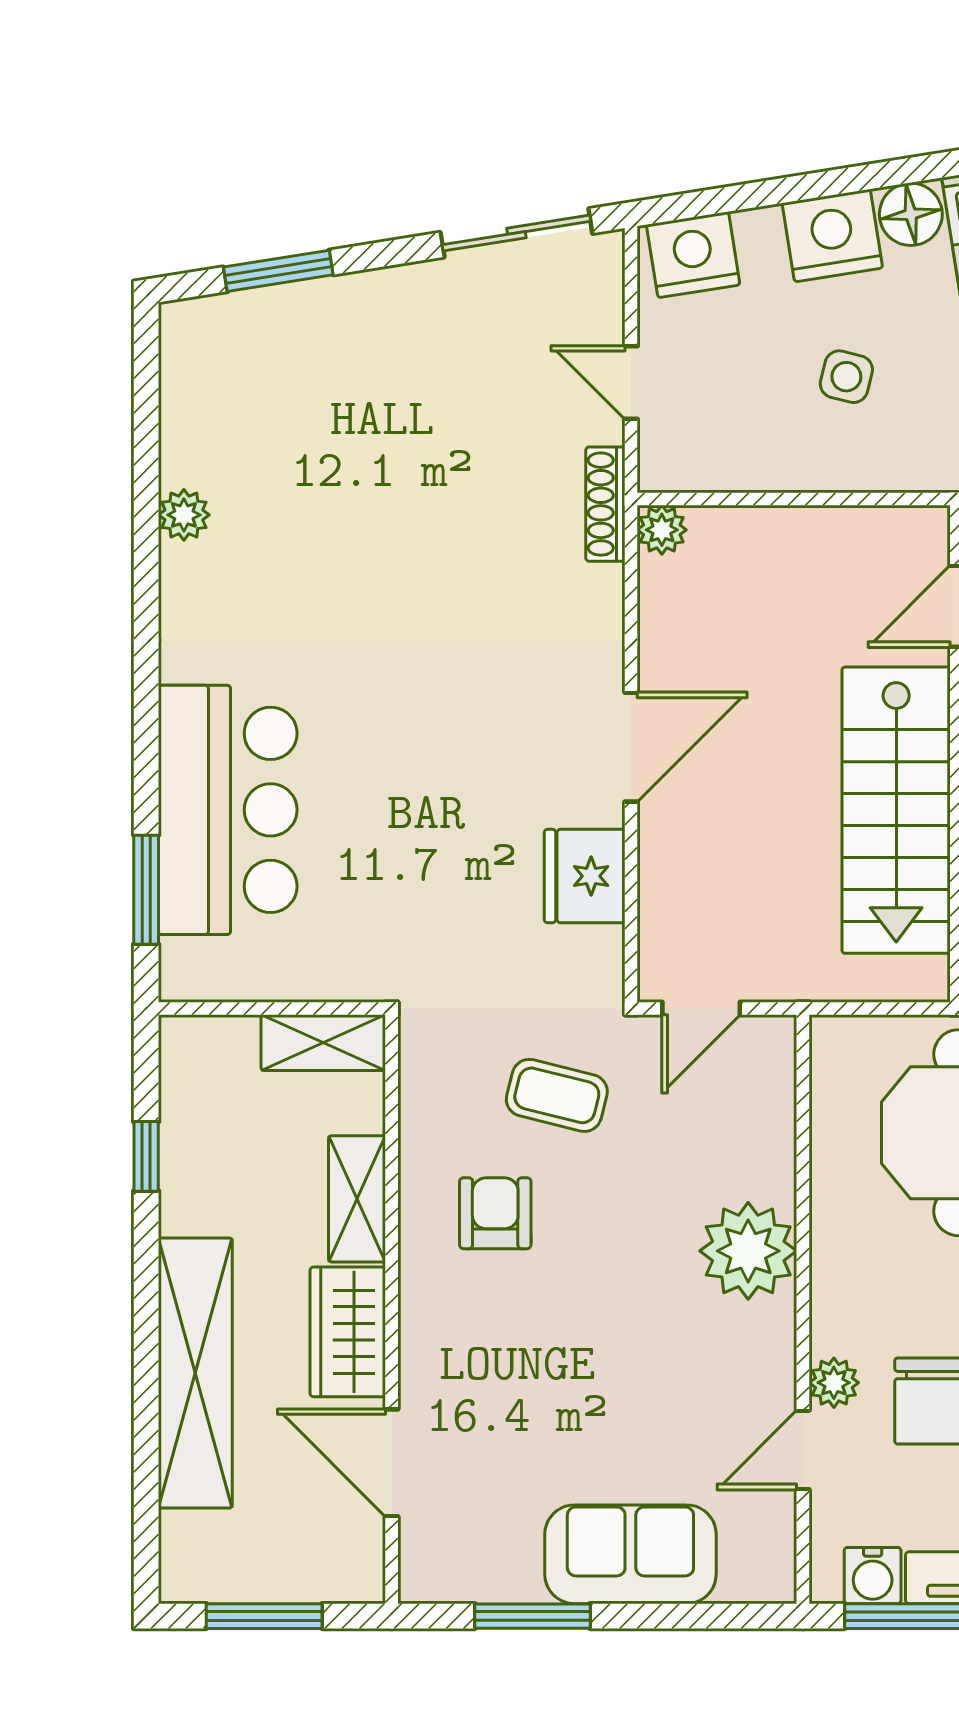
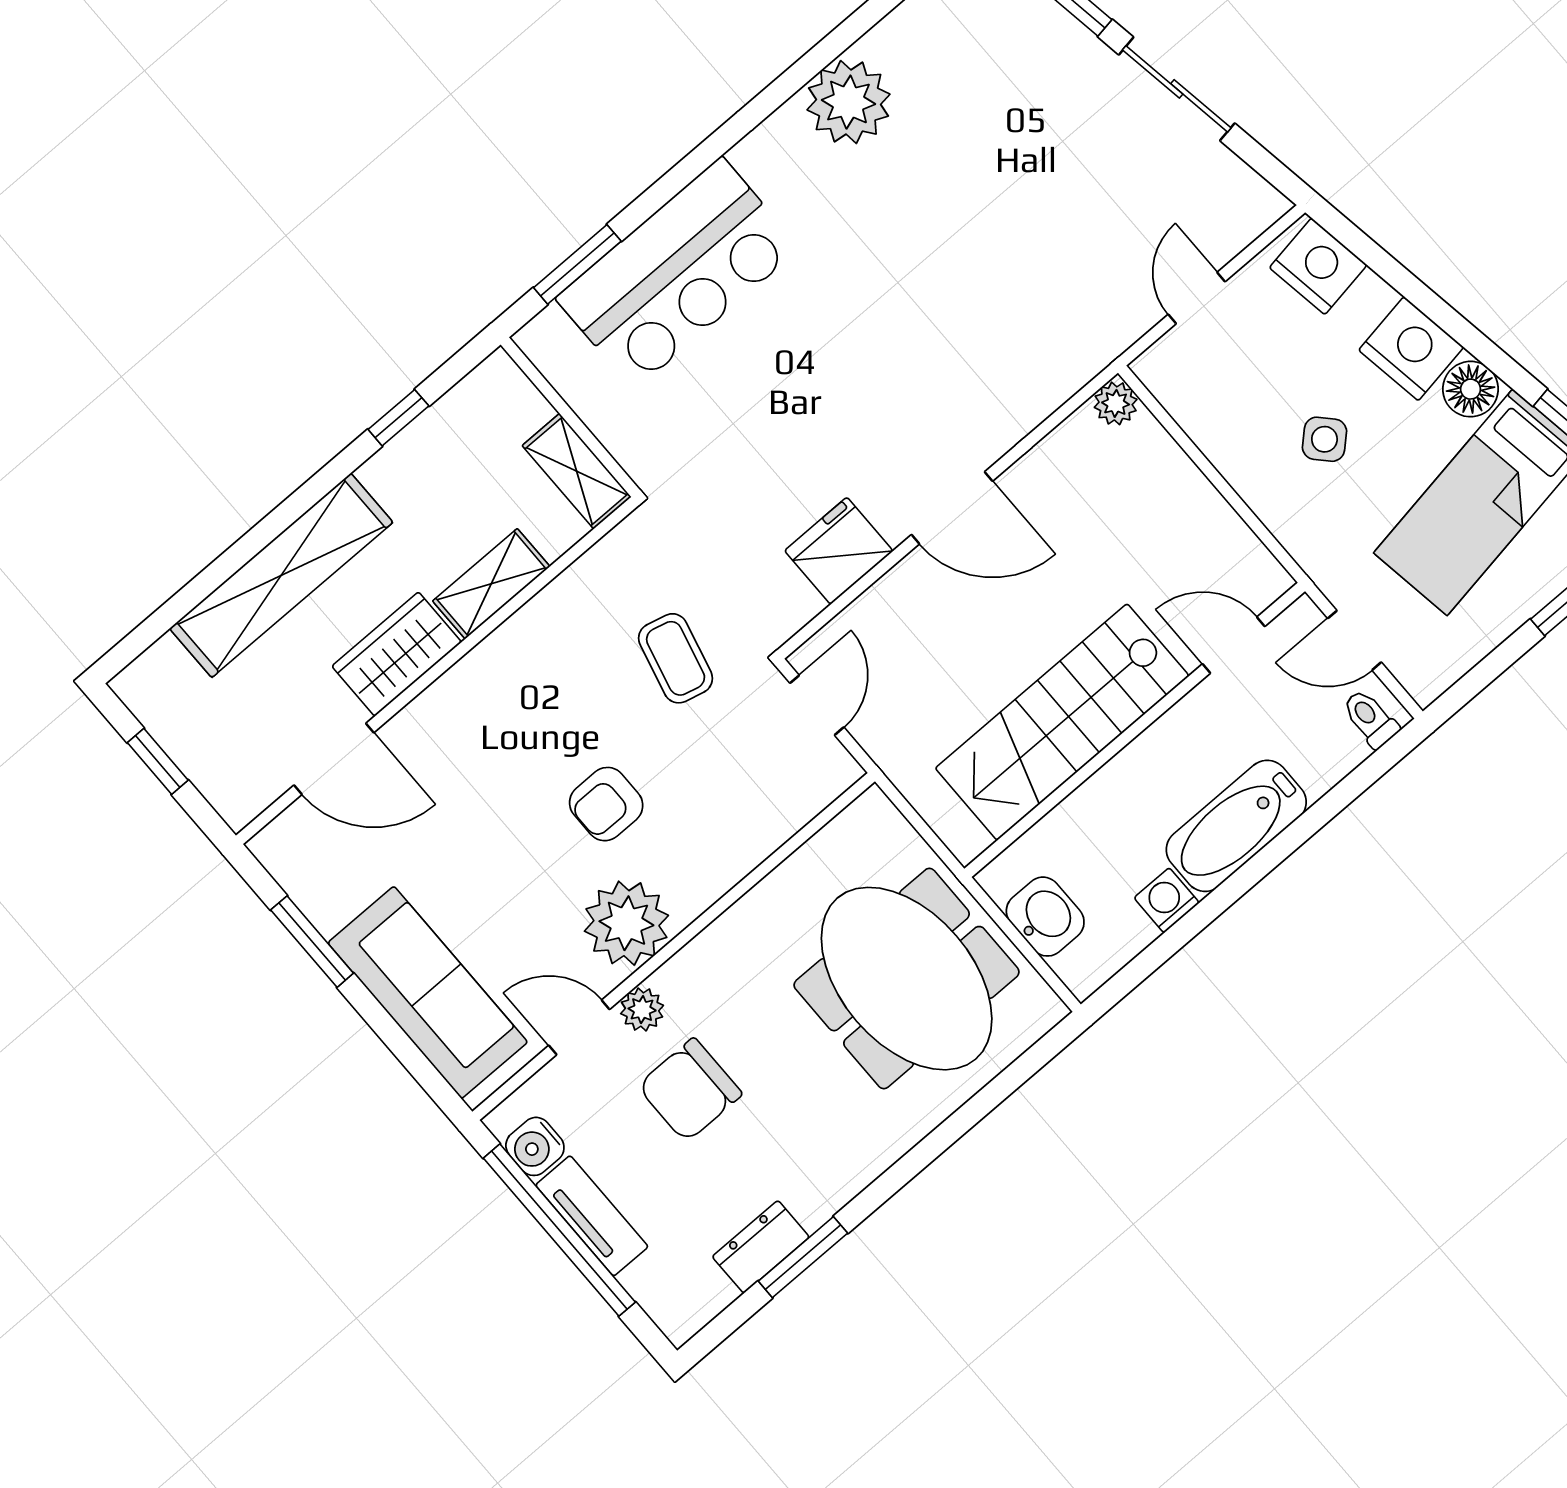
sliding door: (516, 233) -> (1177, 89), moved
side table: (846, 377) -> (1324, 439), turned 33
shoe rack: (605, 504) -> (1100, 351), removed
plant: (184, 515) -> (848, 102), width x1.88, depth x1.88
door: (701, 1008) -> (817, 705), swing flipped
armchair: (495, 1213) -> (606, 804), moved, turned 180
plant: (748, 1251) -> (626, 923), moved
door: (392, 1463) -> (334, 759), swing flipped
sofa: (630, 1554) -> (428, 992), width x1.36
window: (264, 1616) -> (158, 761), width x0.67

